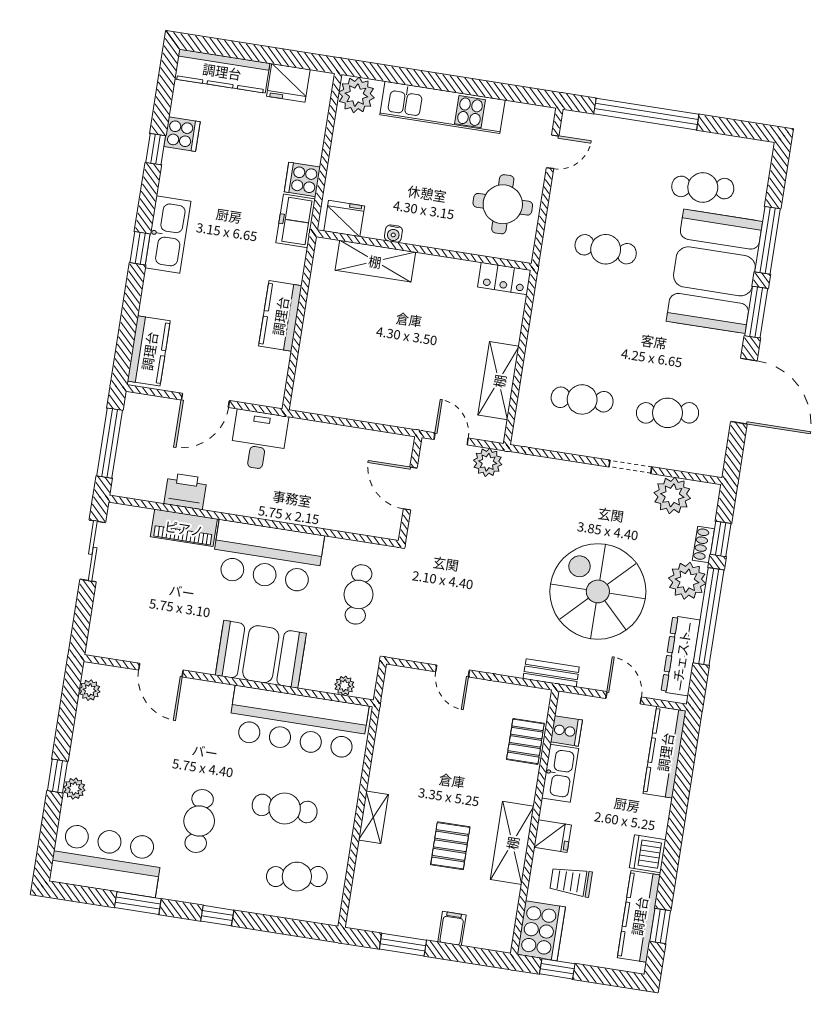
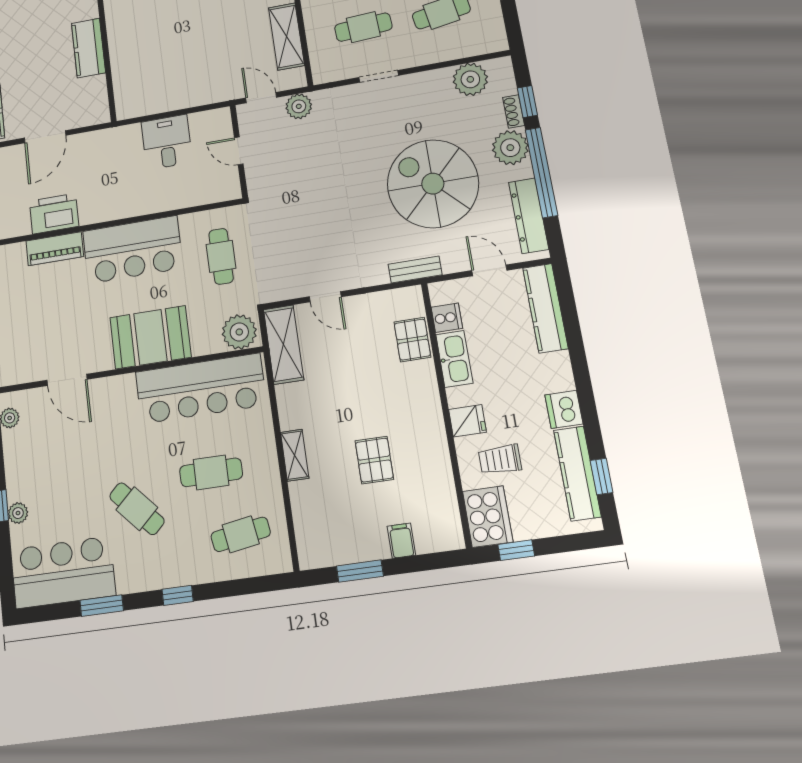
desk: (259, 440) -> (167, 142), moved
doorway: (630, 467) -> (379, 76), moved
door: (410, 489) -> (239, 151), width x0.73
printer: (185, 491) -> (54, 214), width x1.37, depth x1.19
plant: (344, 686) -> (239, 332), width x1.88, depth x1.88
cafe table: (199, 821) -> (137, 509), turned -43
shelving: (512, 843) -> (284, 345), moved

